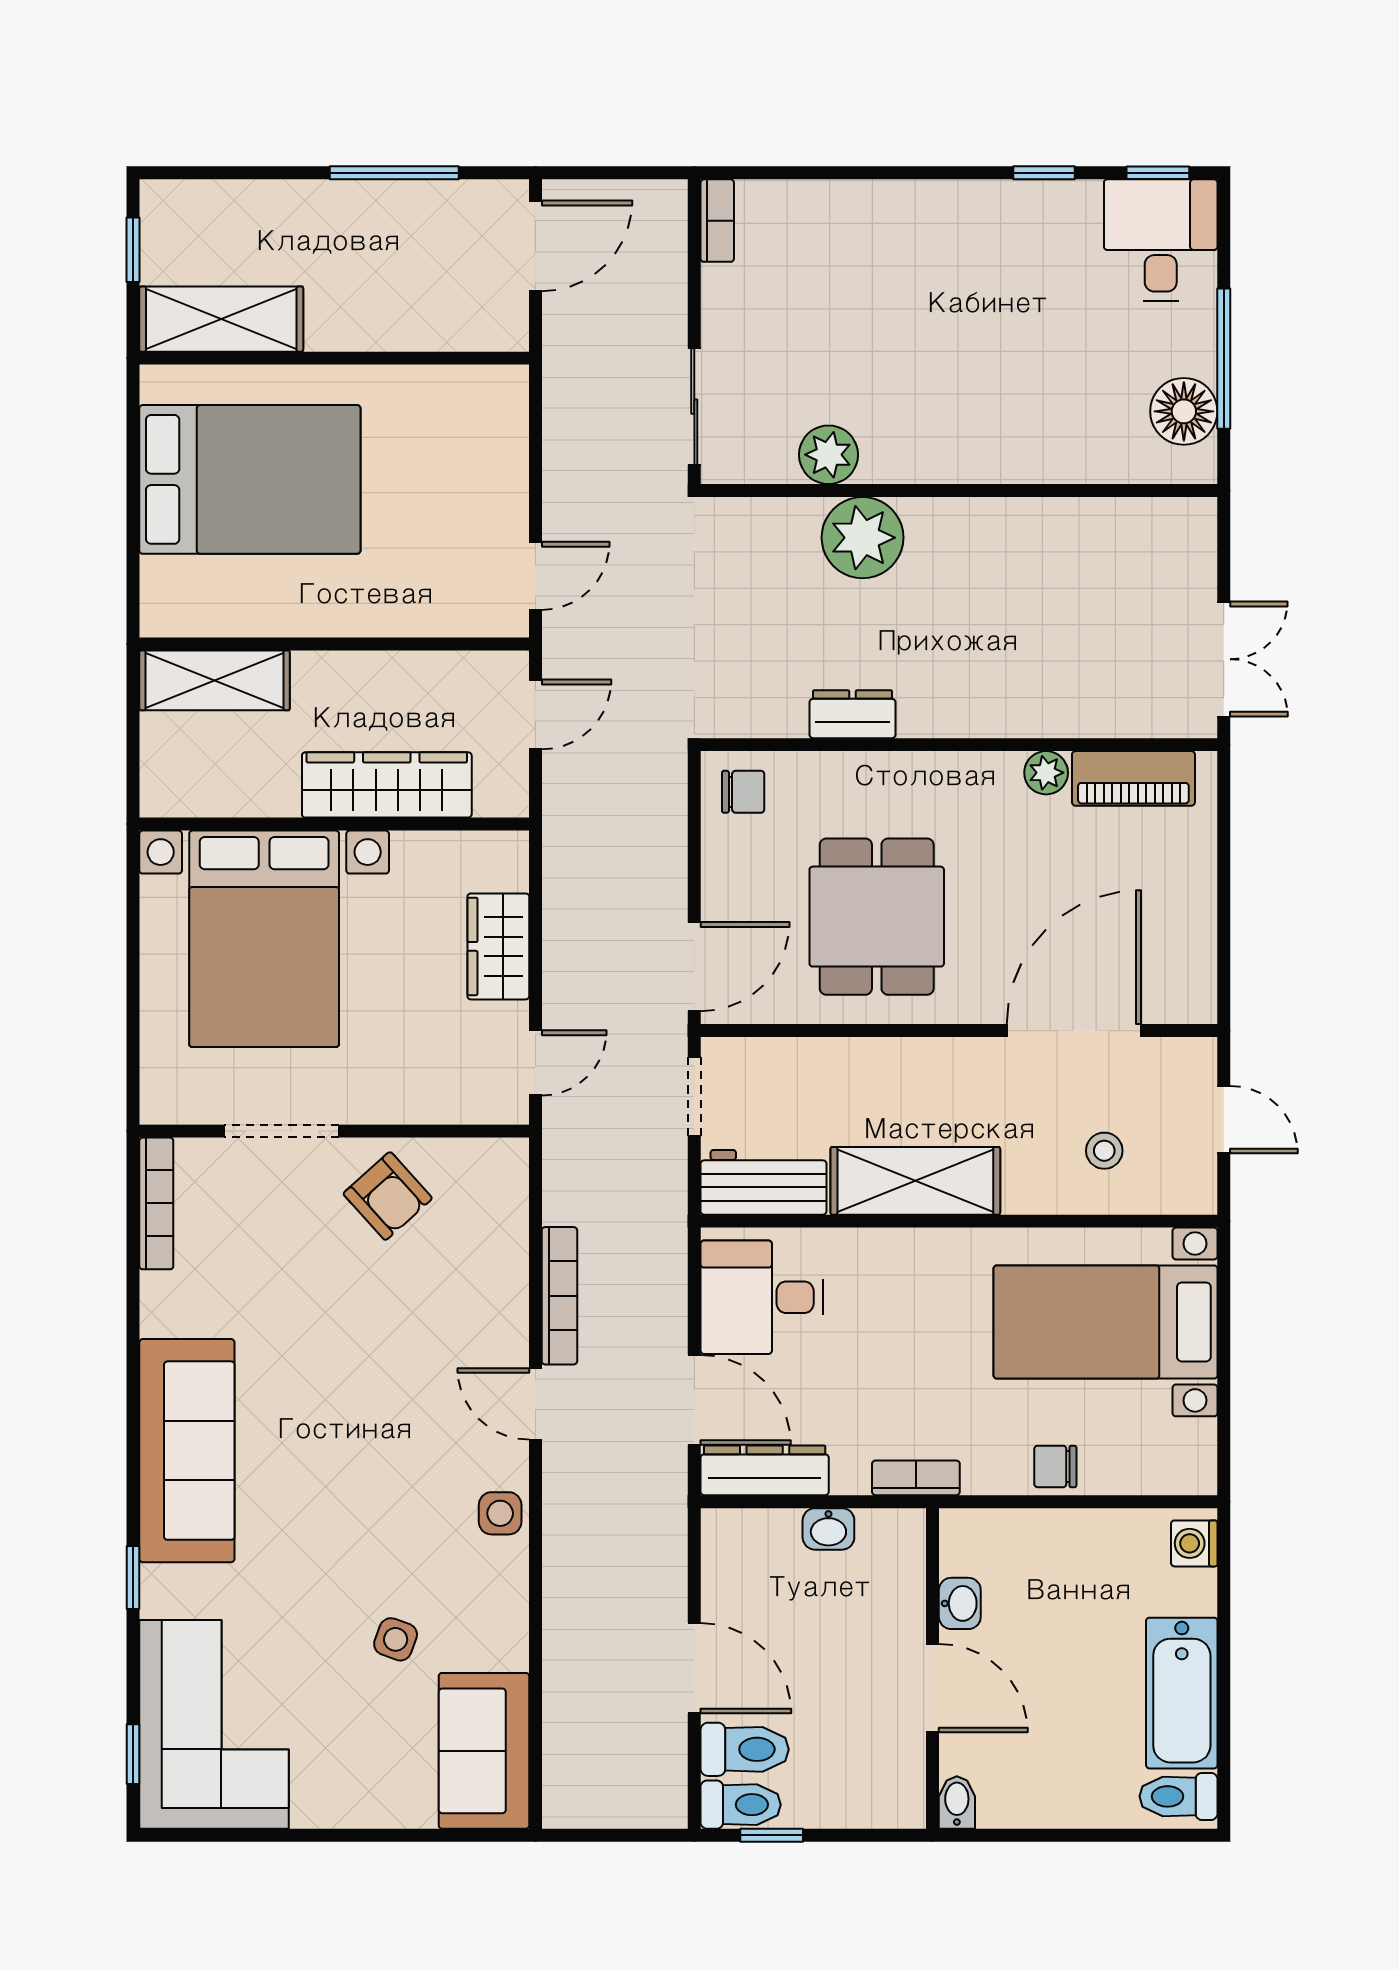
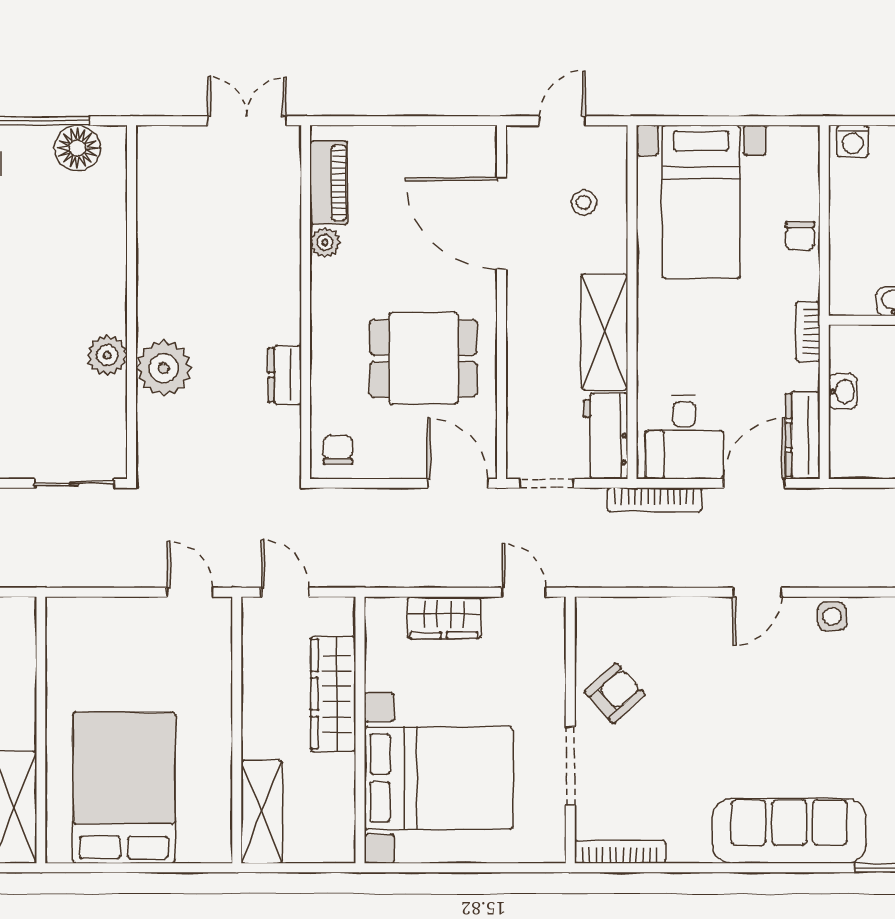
plant: (828, 455) -> (107, 355), moved
bookcase: (559, 1296) -> (654, 500), moved, turned 180

